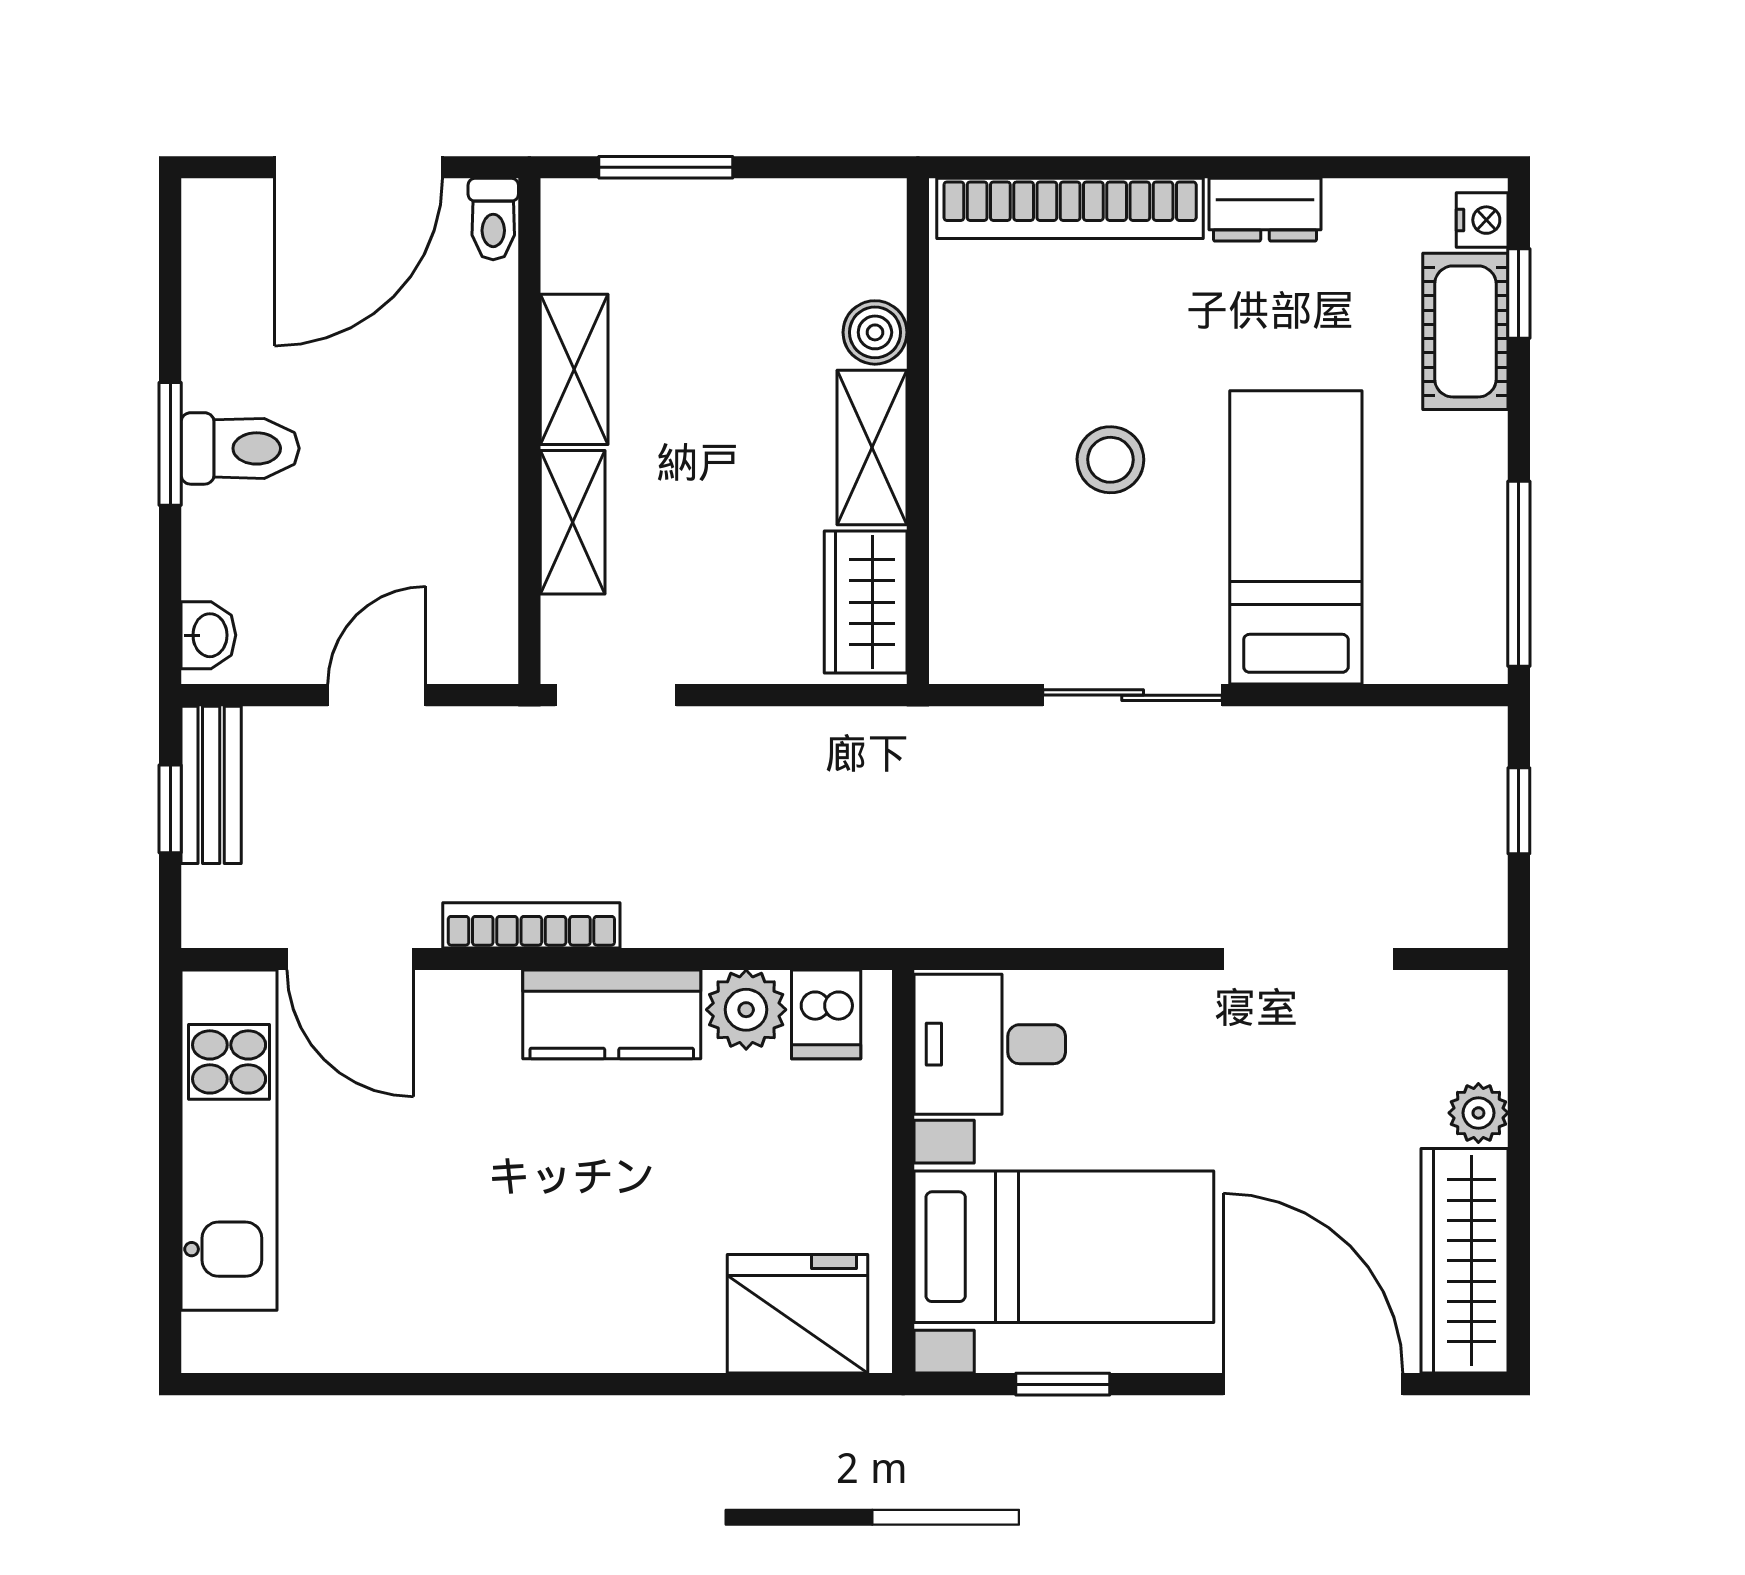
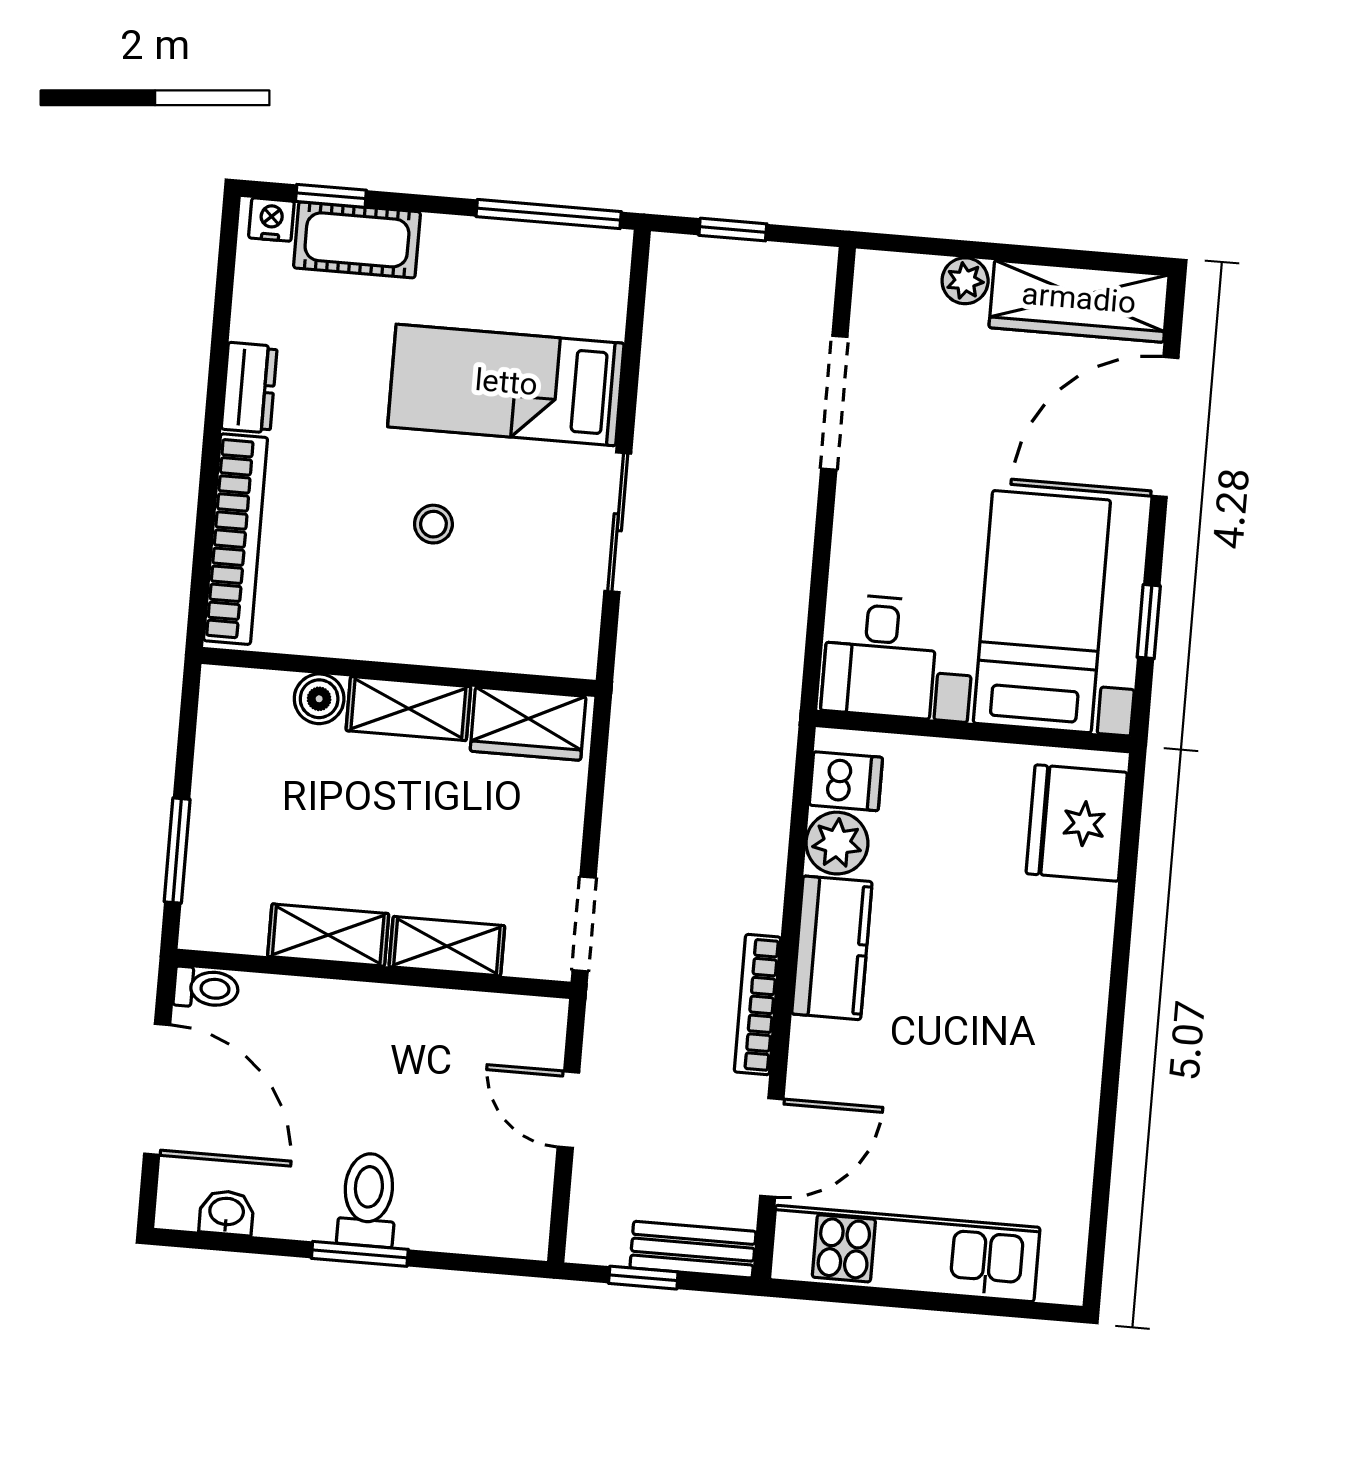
stool: (1110, 460) -> (433, 524), width x0.73, depth x0.73
washbasin: (208, 635) -> (226, 1213), moved
bench: (211, 785) -> (693, 1250), moved

